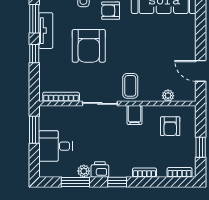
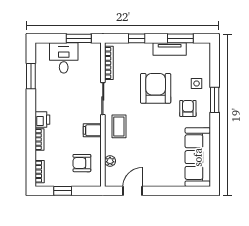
armchair: (89, 46) -> (156, 88), turned 90
window: (34, 54) -> (137, 38), moved
coffee table: (130, 86) -> (119, 126), turned 90
printer: (100, 169) -> (42, 120), moved
plant: (84, 171) -> (41, 84), removed
window: (117, 182) -> (31, 114), removed

